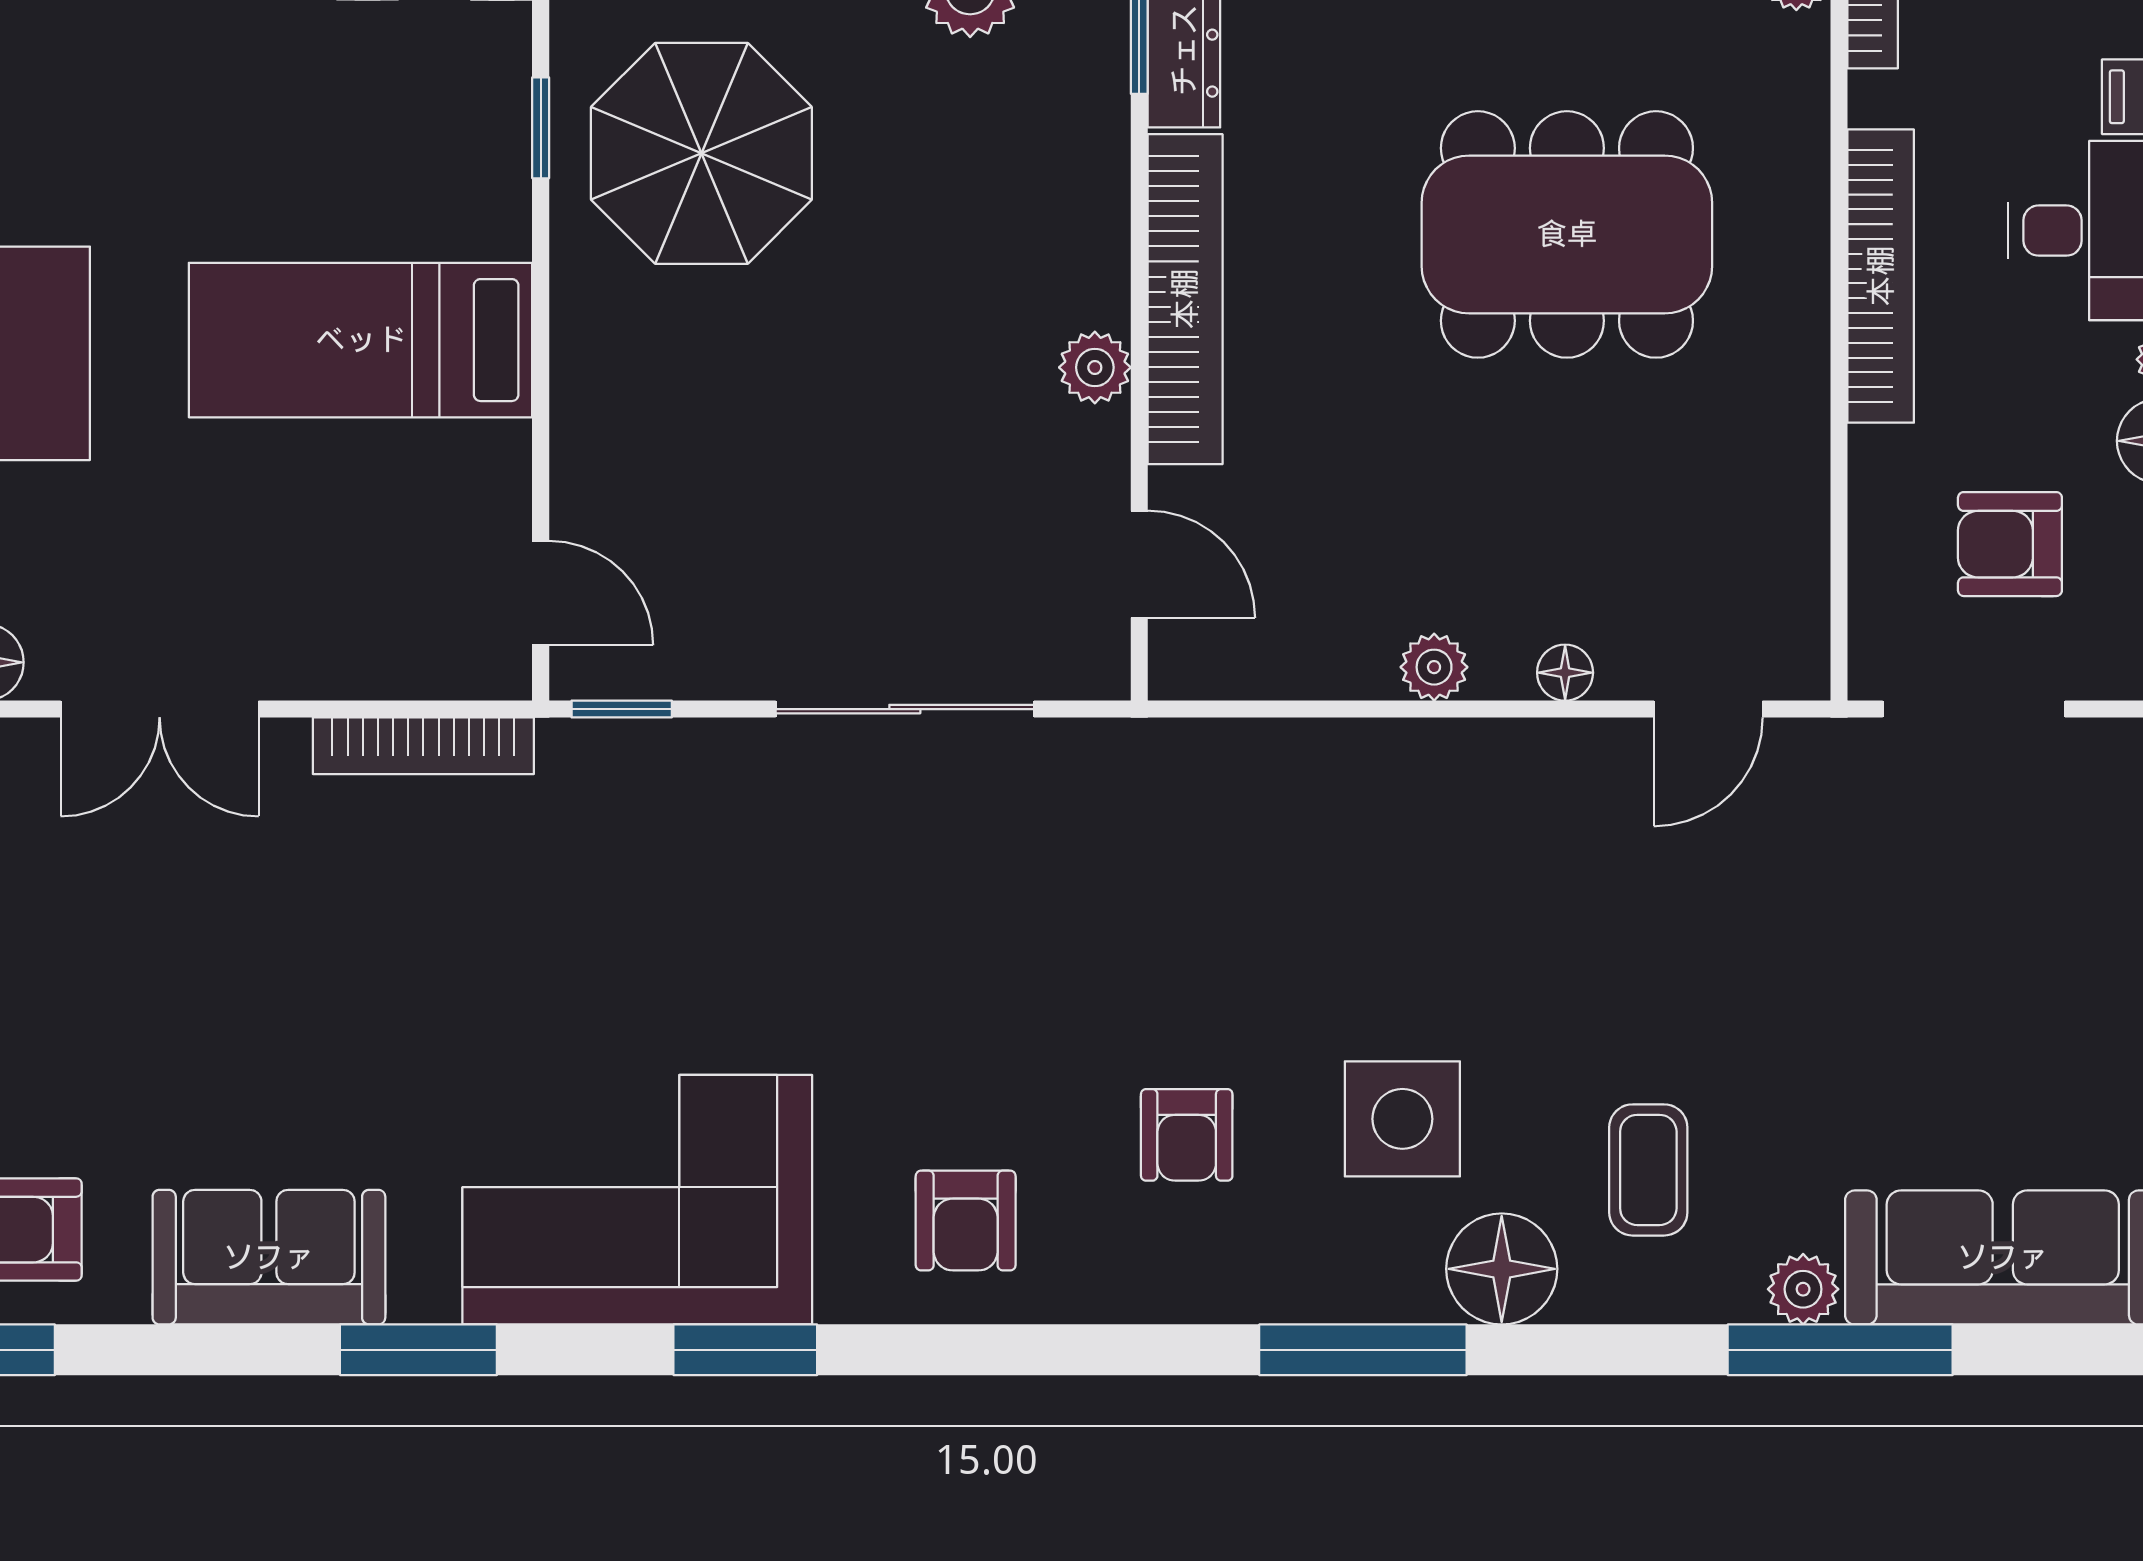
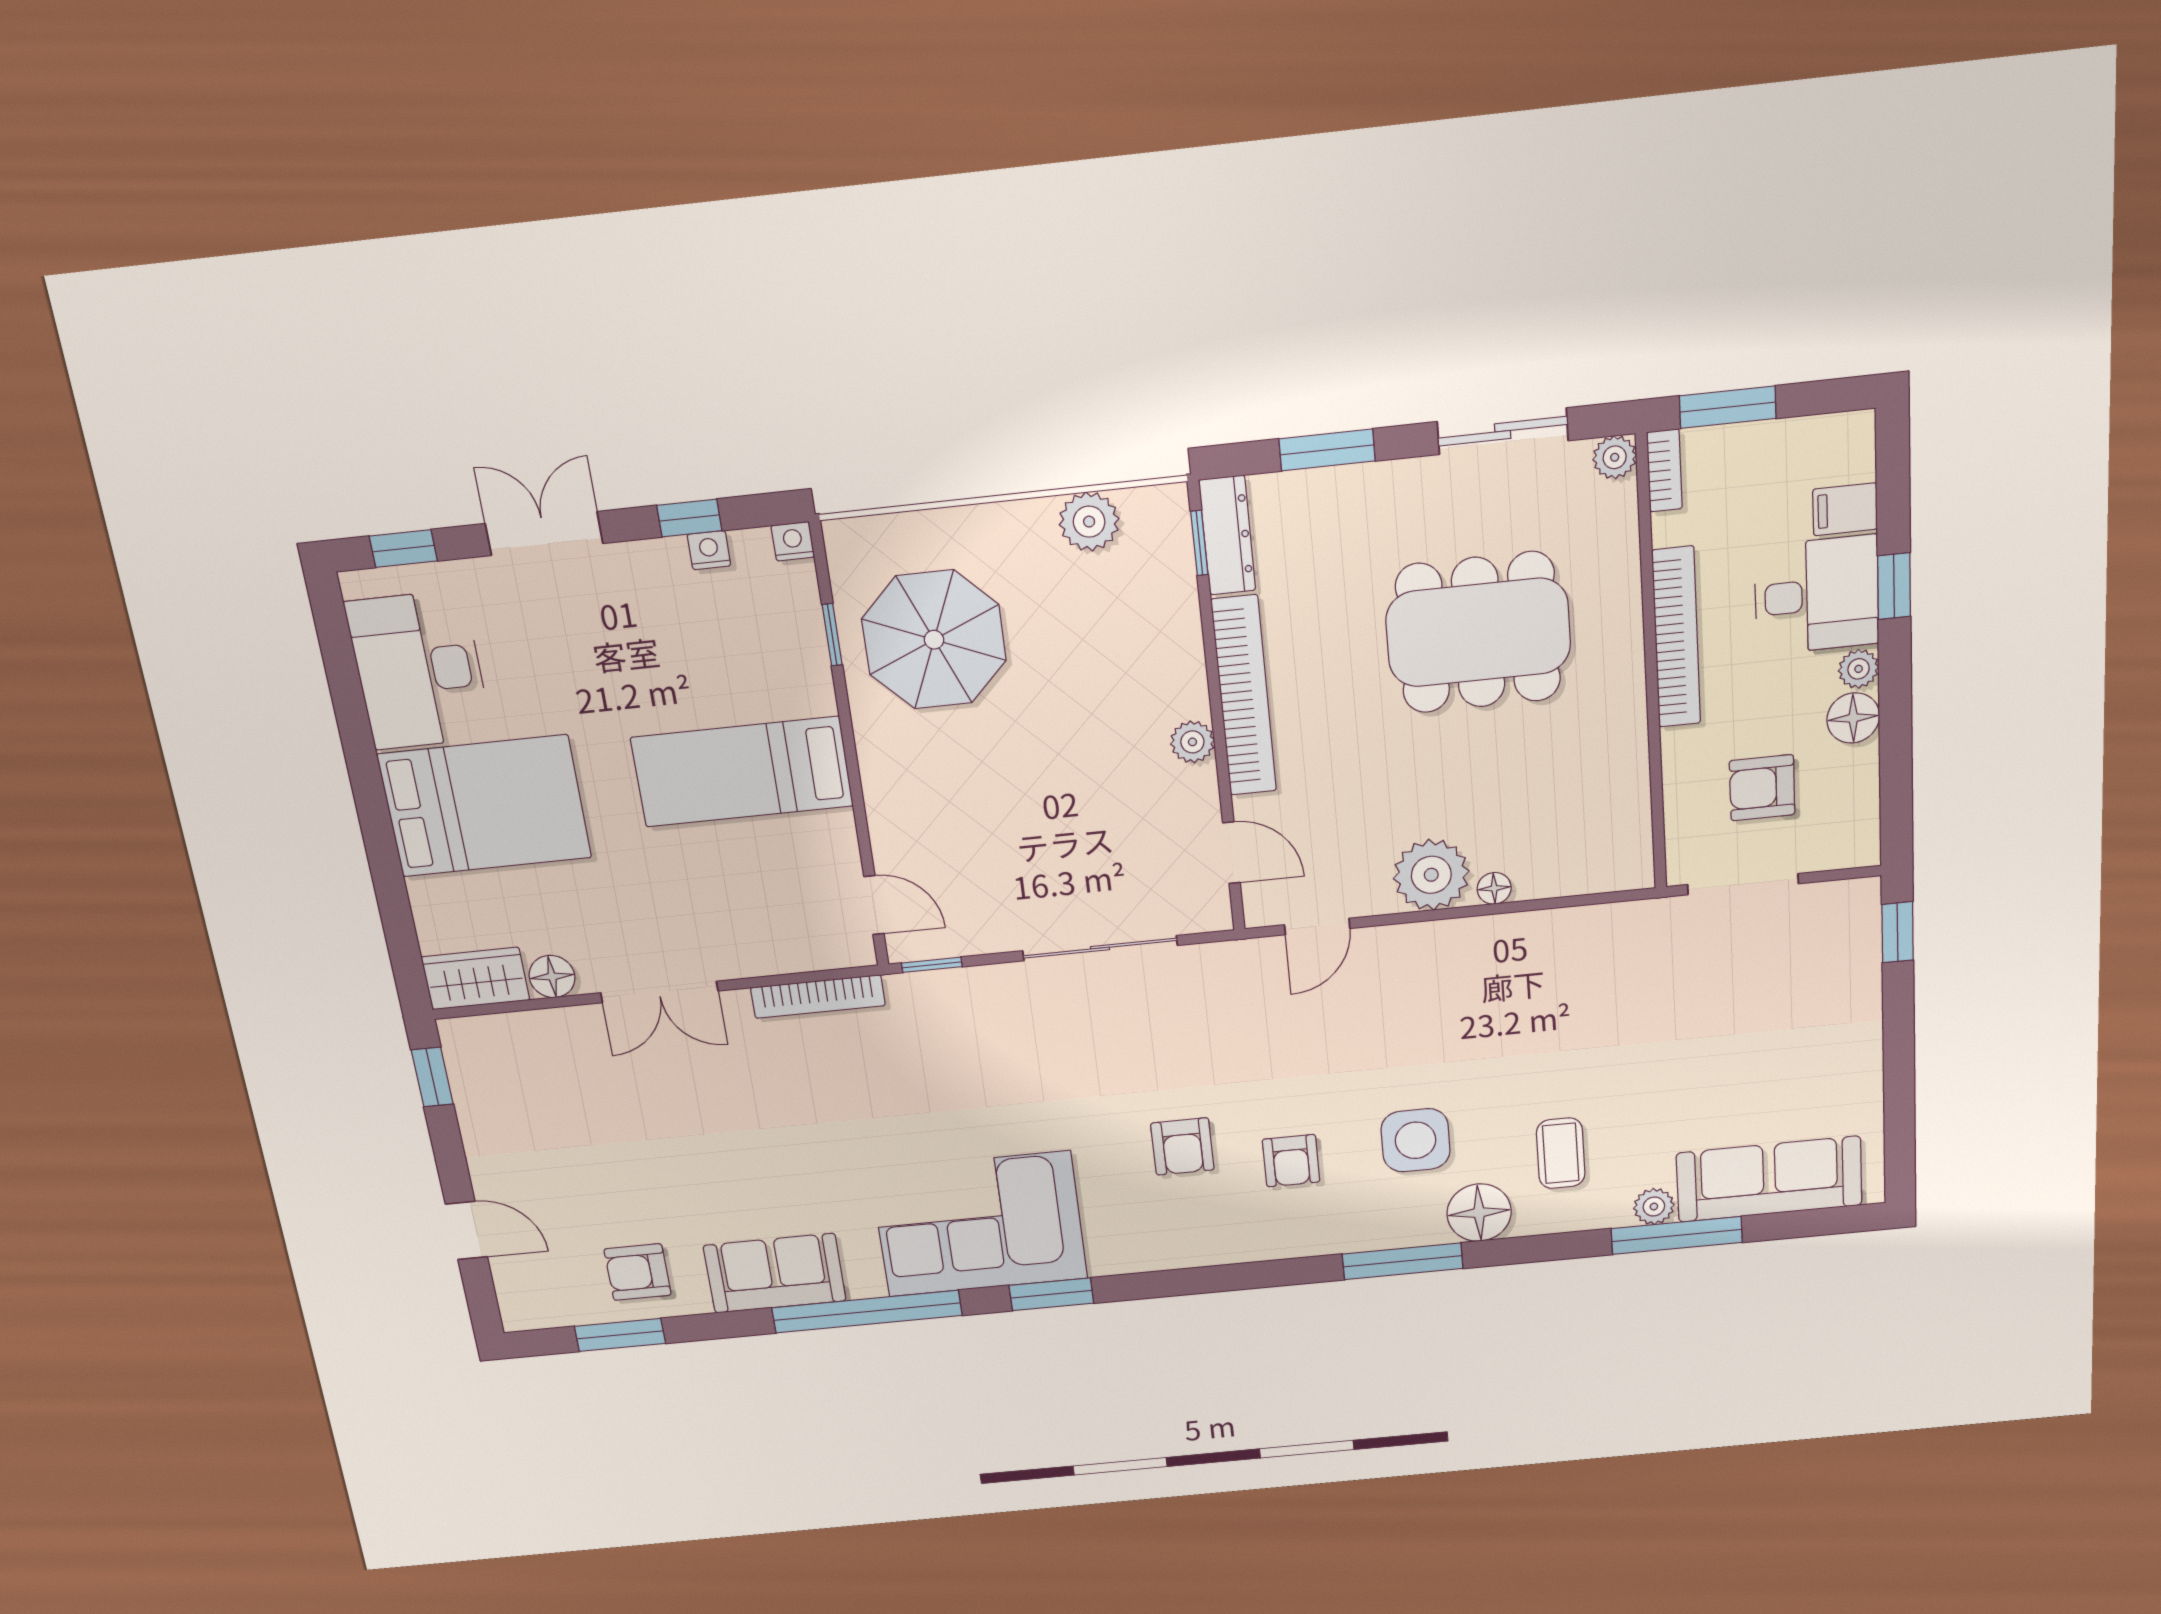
plant: (1434, 667) -> (1431, 875), width x1.88, depth x1.88
door: (1708, 709) -> (1317, 927), moved
armchair: (966, 1221) -> (1182, 1147), moved
window: (418, 1350) -> (867, 1312), width x2.11

